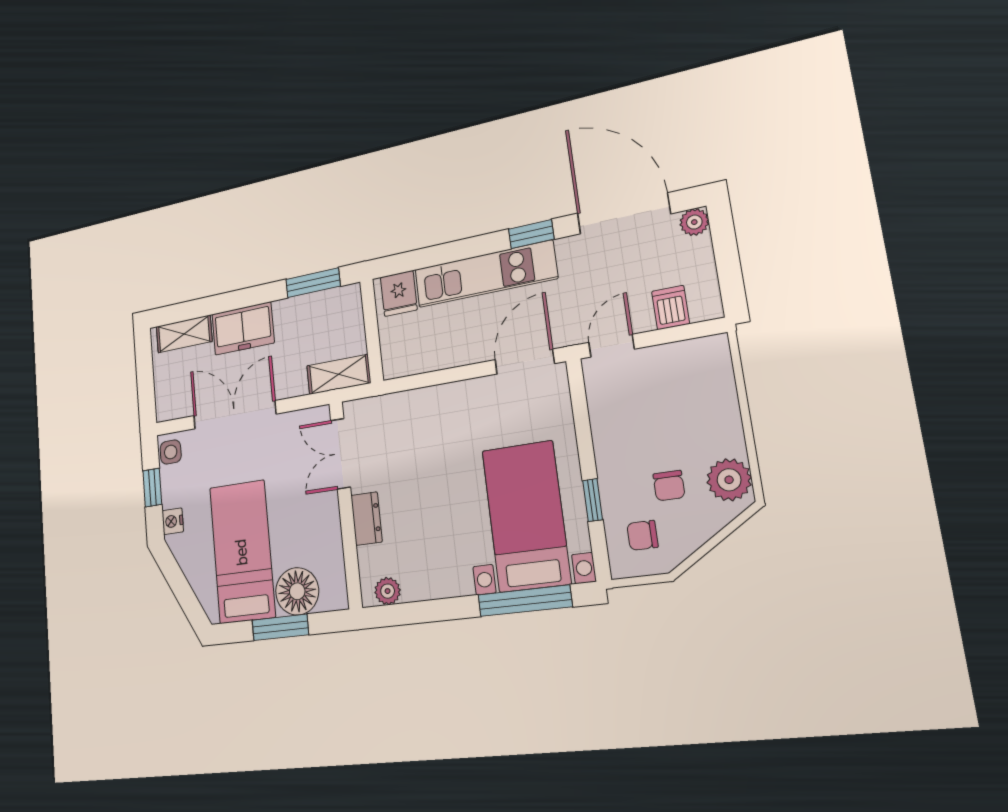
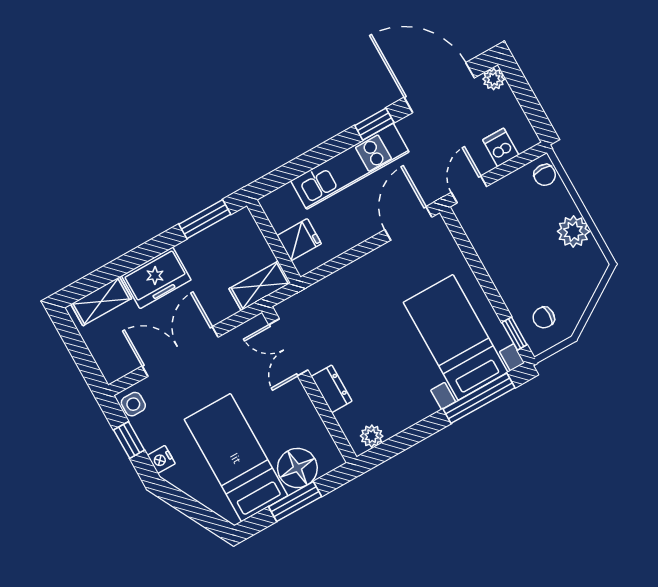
fridge: (399, 293) -> (299, 240), moved, turned -90
plant: (729, 480) -> (573, 232), moved
chair: (669, 486) -> (545, 175), moved
window: (593, 500) -> (514, 334), moved

